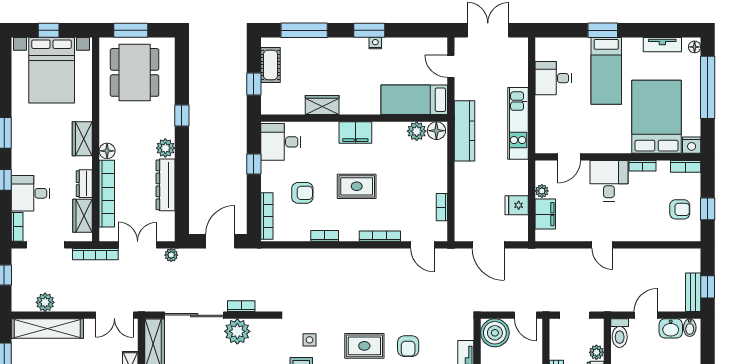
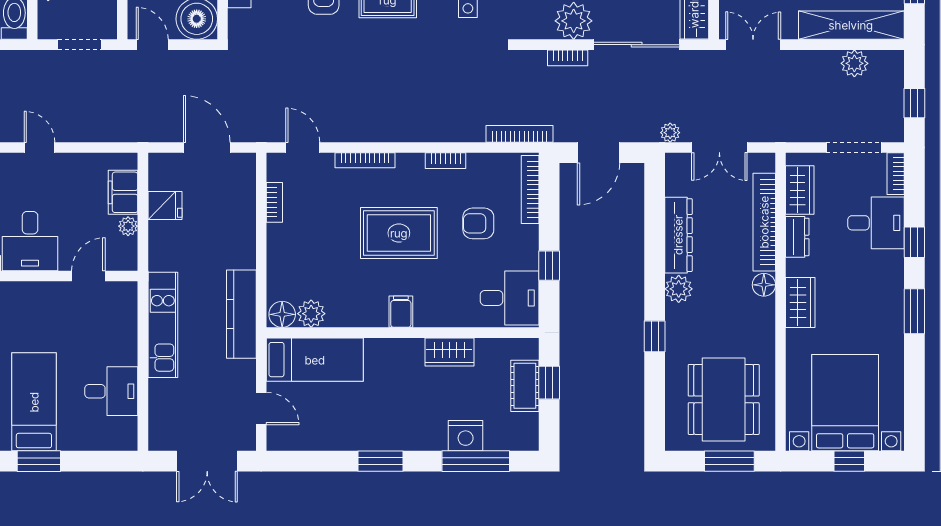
nightstand: (375, 43) -> (466, 436), moved, width x1.89, depth x1.79
cot: (271, 65) -> (525, 386), moved
filing cabinet: (355, 132) -> (401, 312), width x0.50
rug: (357, 186) -> (399, 233), width x1.36, depth x1.43
bookcase: (95, 254) -> (519, 134), moved

